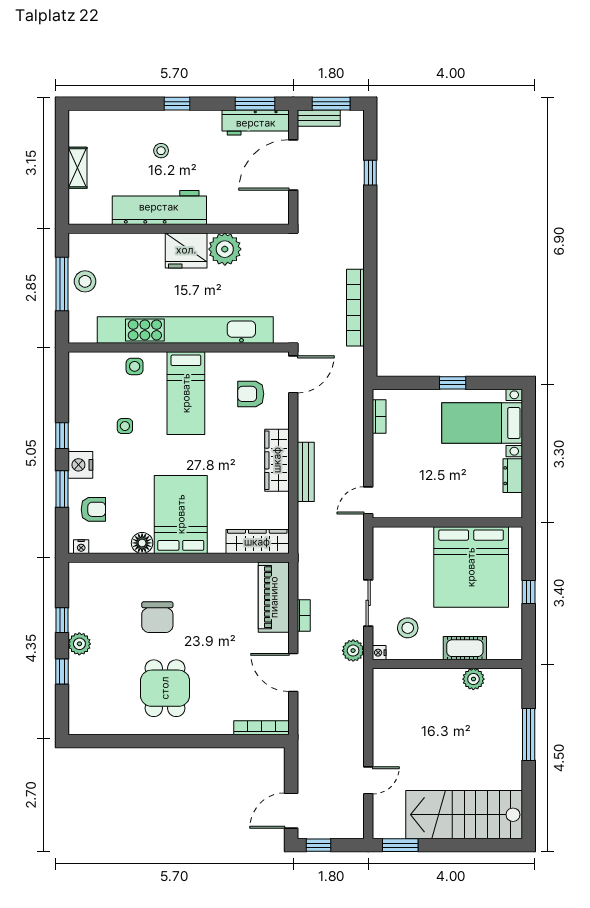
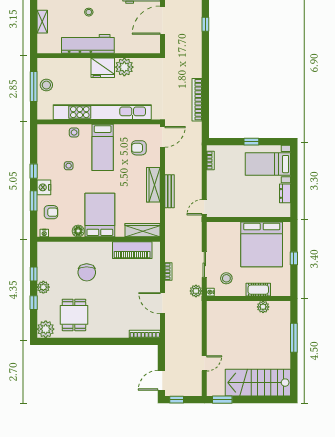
piano: (274, 597) -> (132, 250), moved, turned -90
dining table: (165, 688) -> (74, 315), moved
plant: (84, 719) -> (46, 329), added

